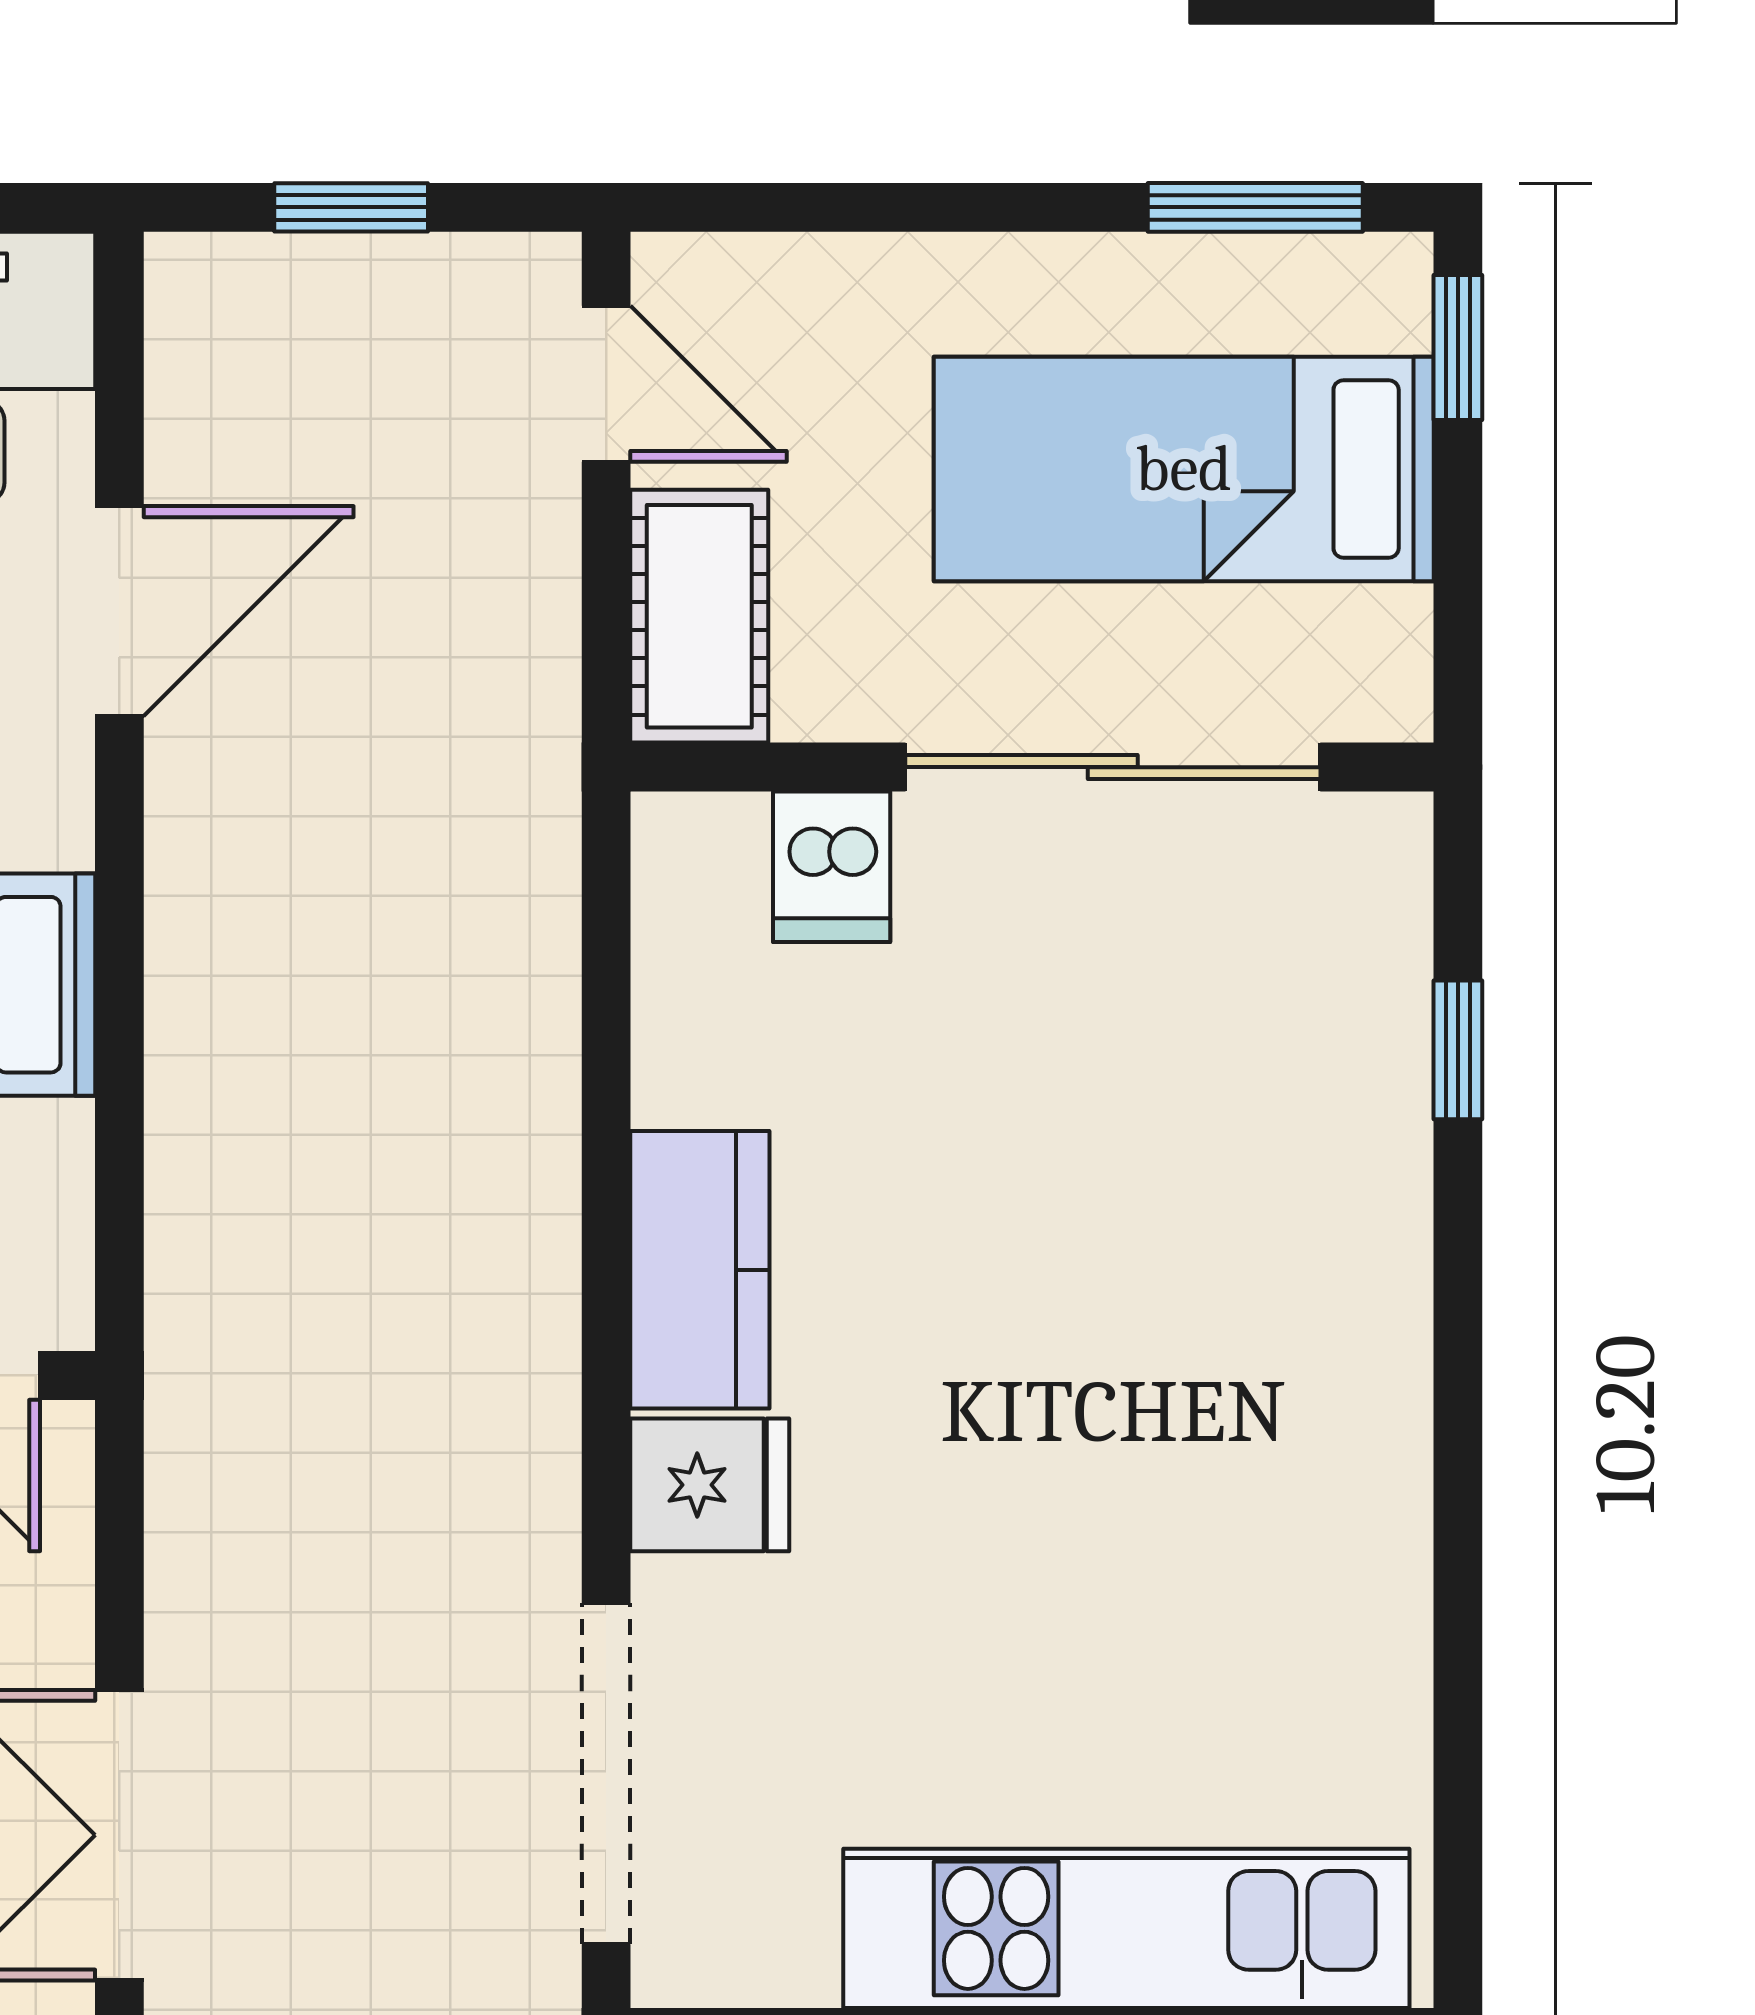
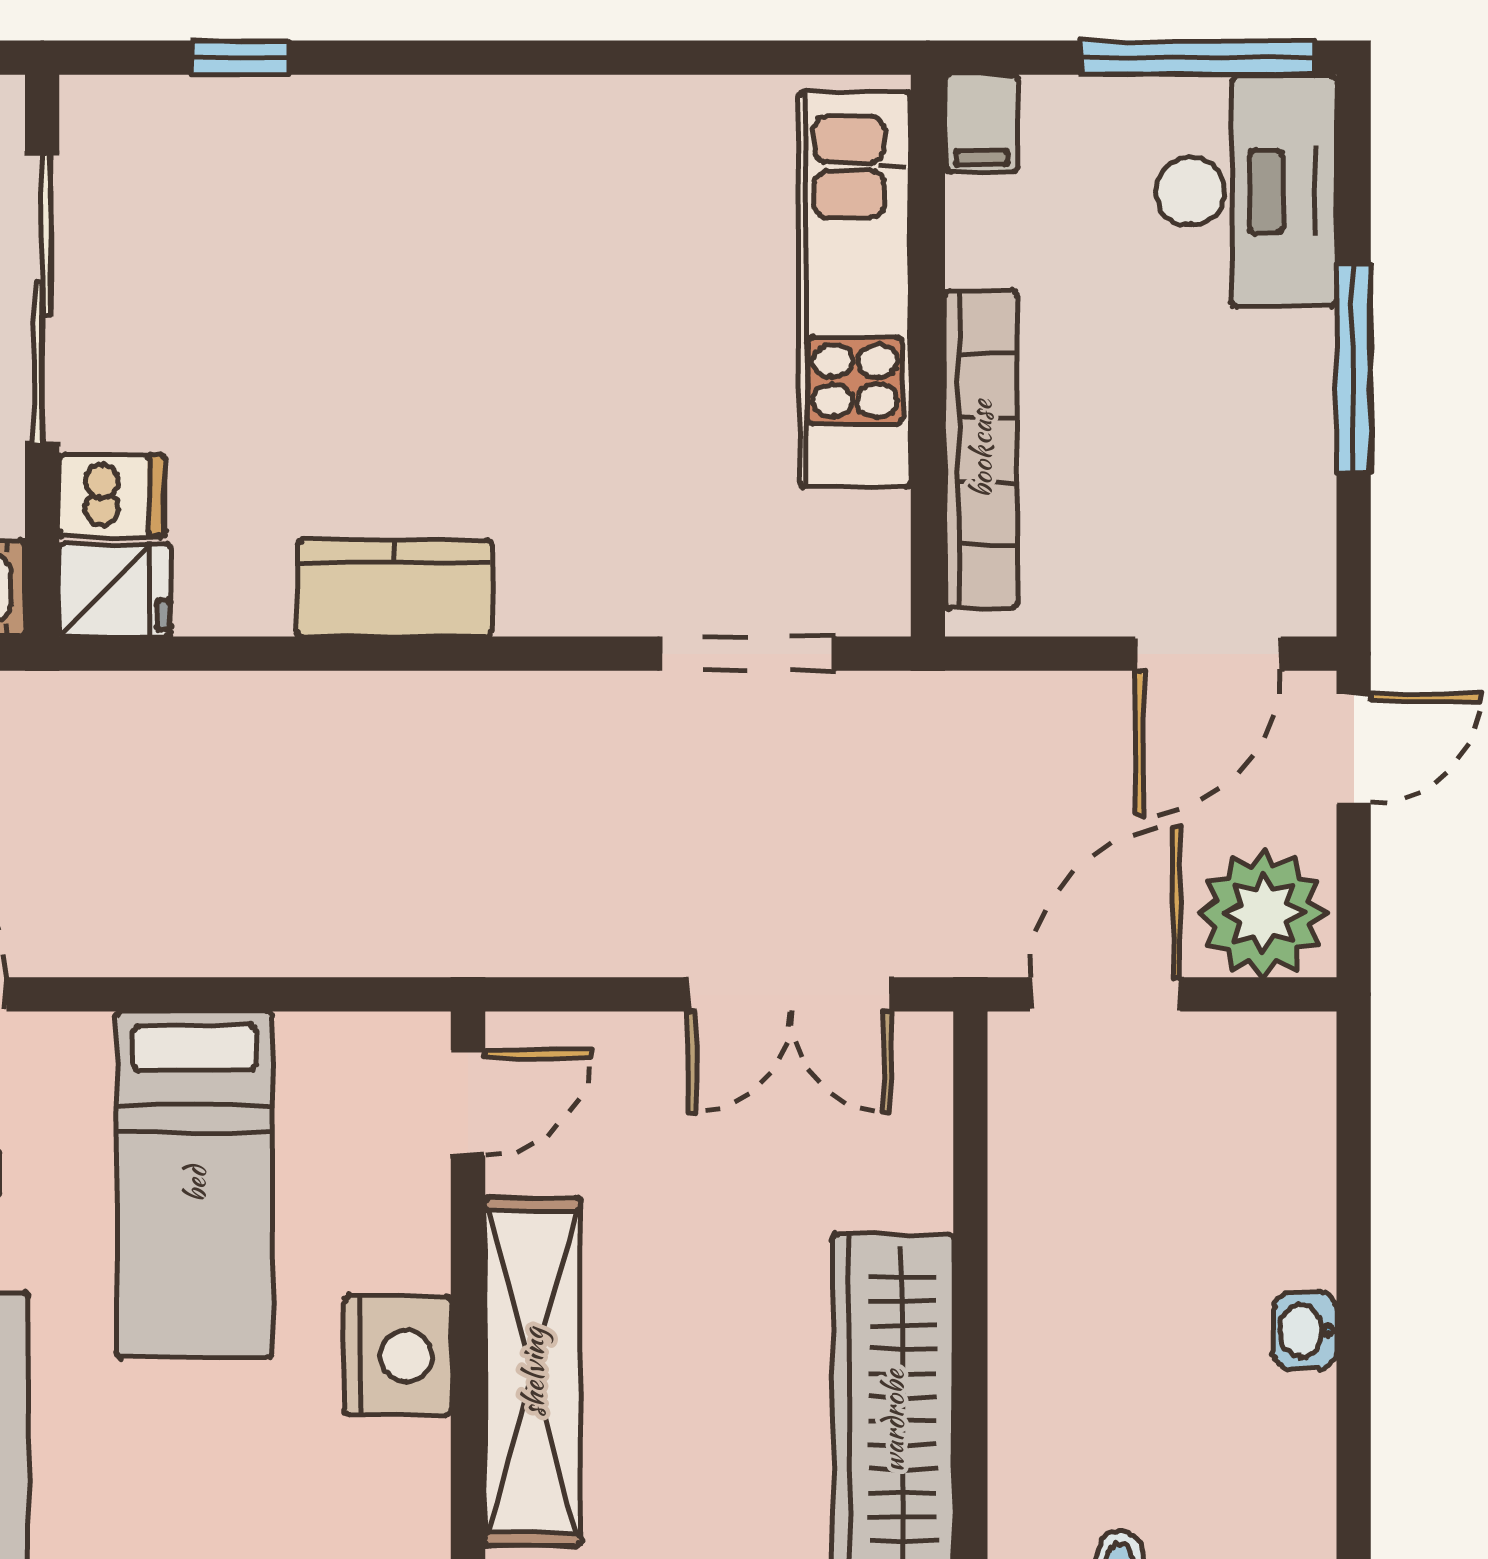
fridge: (710, 1485) -> (115, 590), moved, turned 90
doorway: (606, 1774) -> (747, 654), width x0.73

